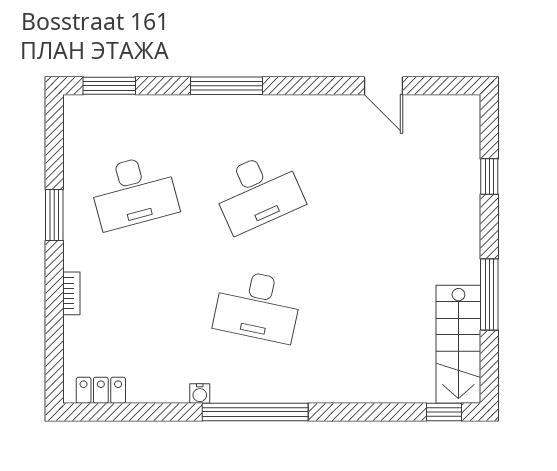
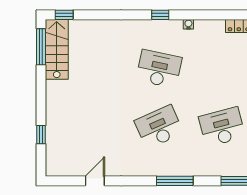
door: (383, 86) -> (95, 181), hinge flipped
window: (489, 295) -> (41, 47), moved
window: (255, 412) -> (160, 15), width x0.32

